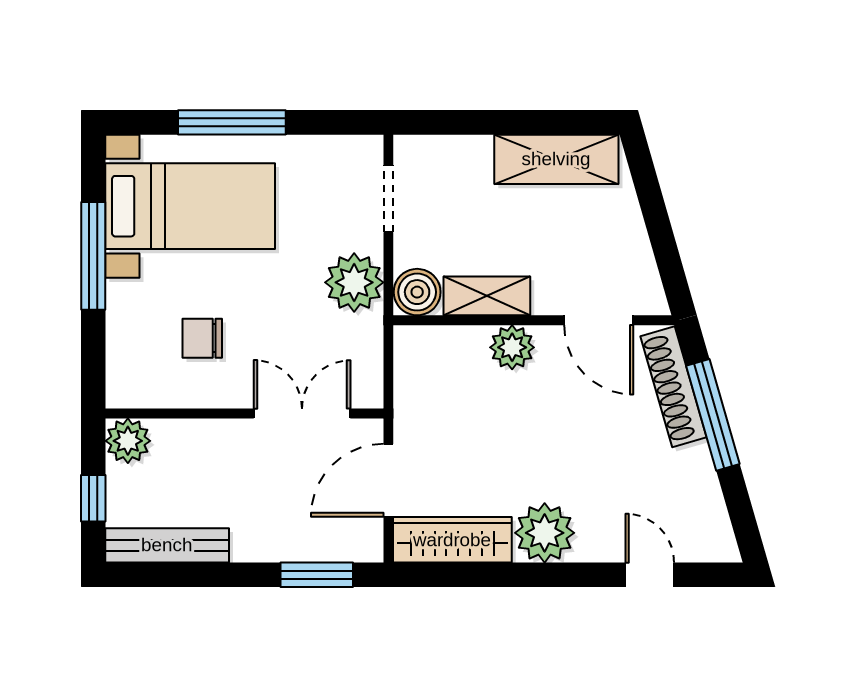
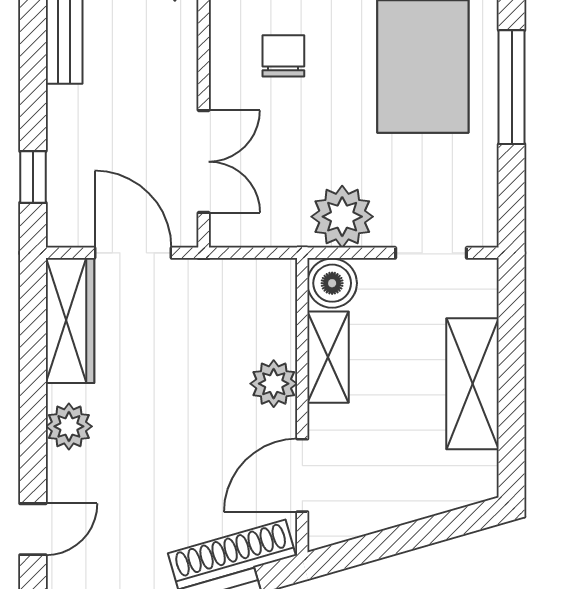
shelving: (556, 159) -> (472, 384), moved
plant: (545, 533) -> (69, 426), width x0.73, depth x0.73
window: (317, 575) -> (33, 177), width x0.67

